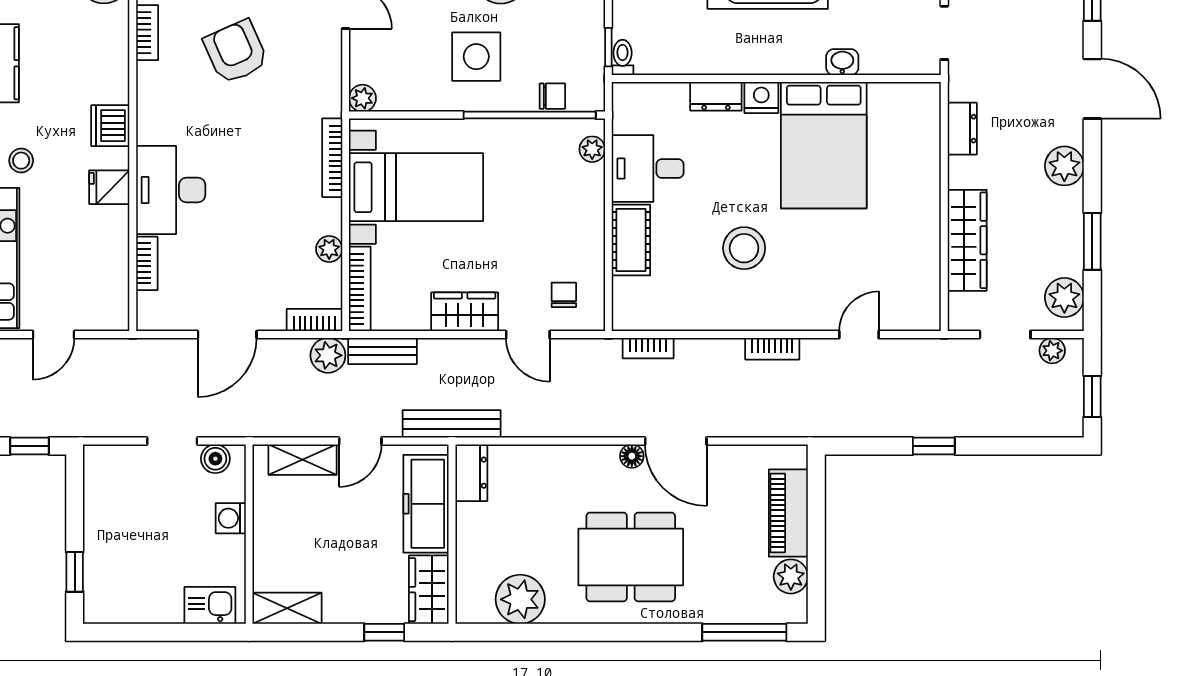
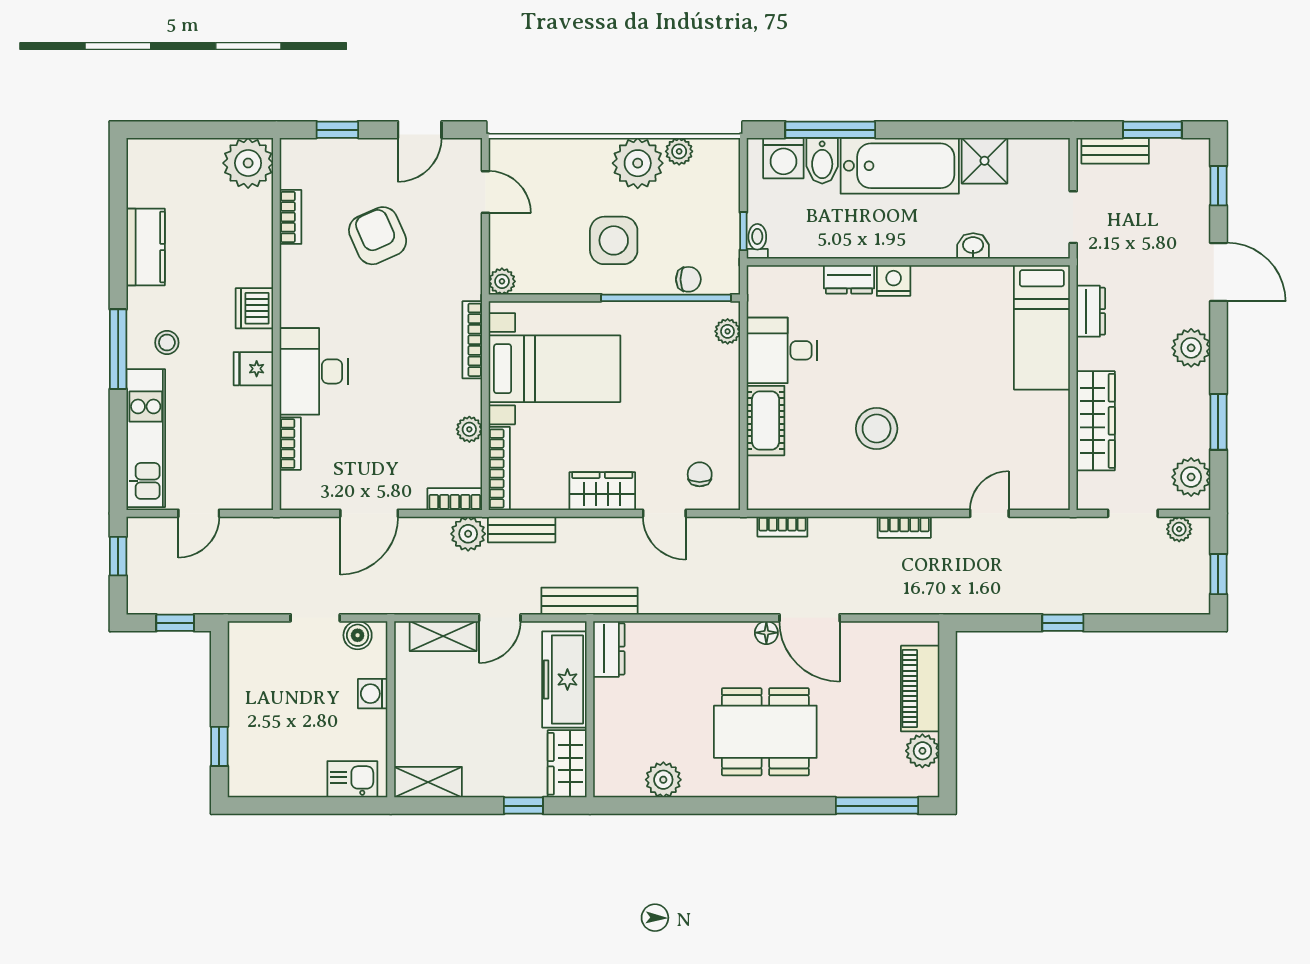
bed: (824, 145) -> (1042, 327), moved, width x0.67
plant: (520, 599) -> (663, 780), width x0.73, depth x0.73

